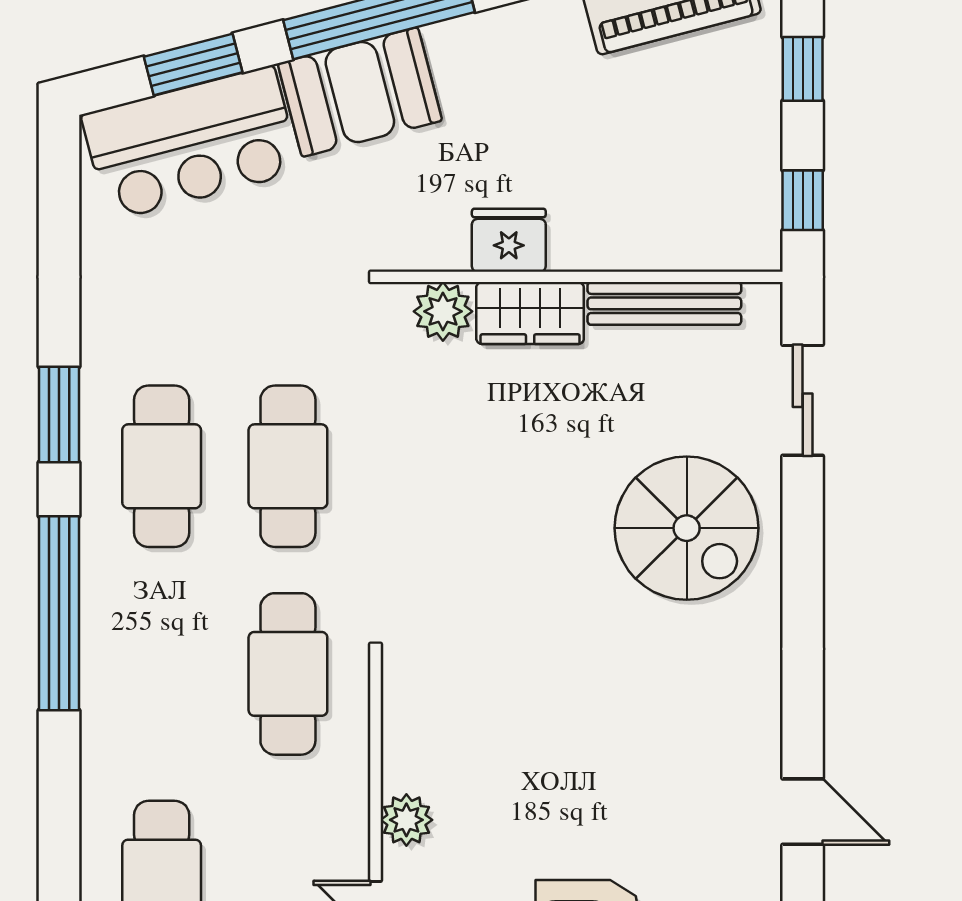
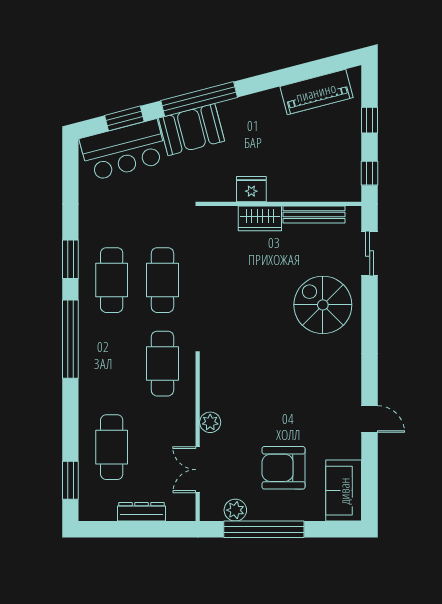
plant: (443, 311) -> (225, 218), removed
spiral stairs: (687, 528) -> (323, 305), turned 180

